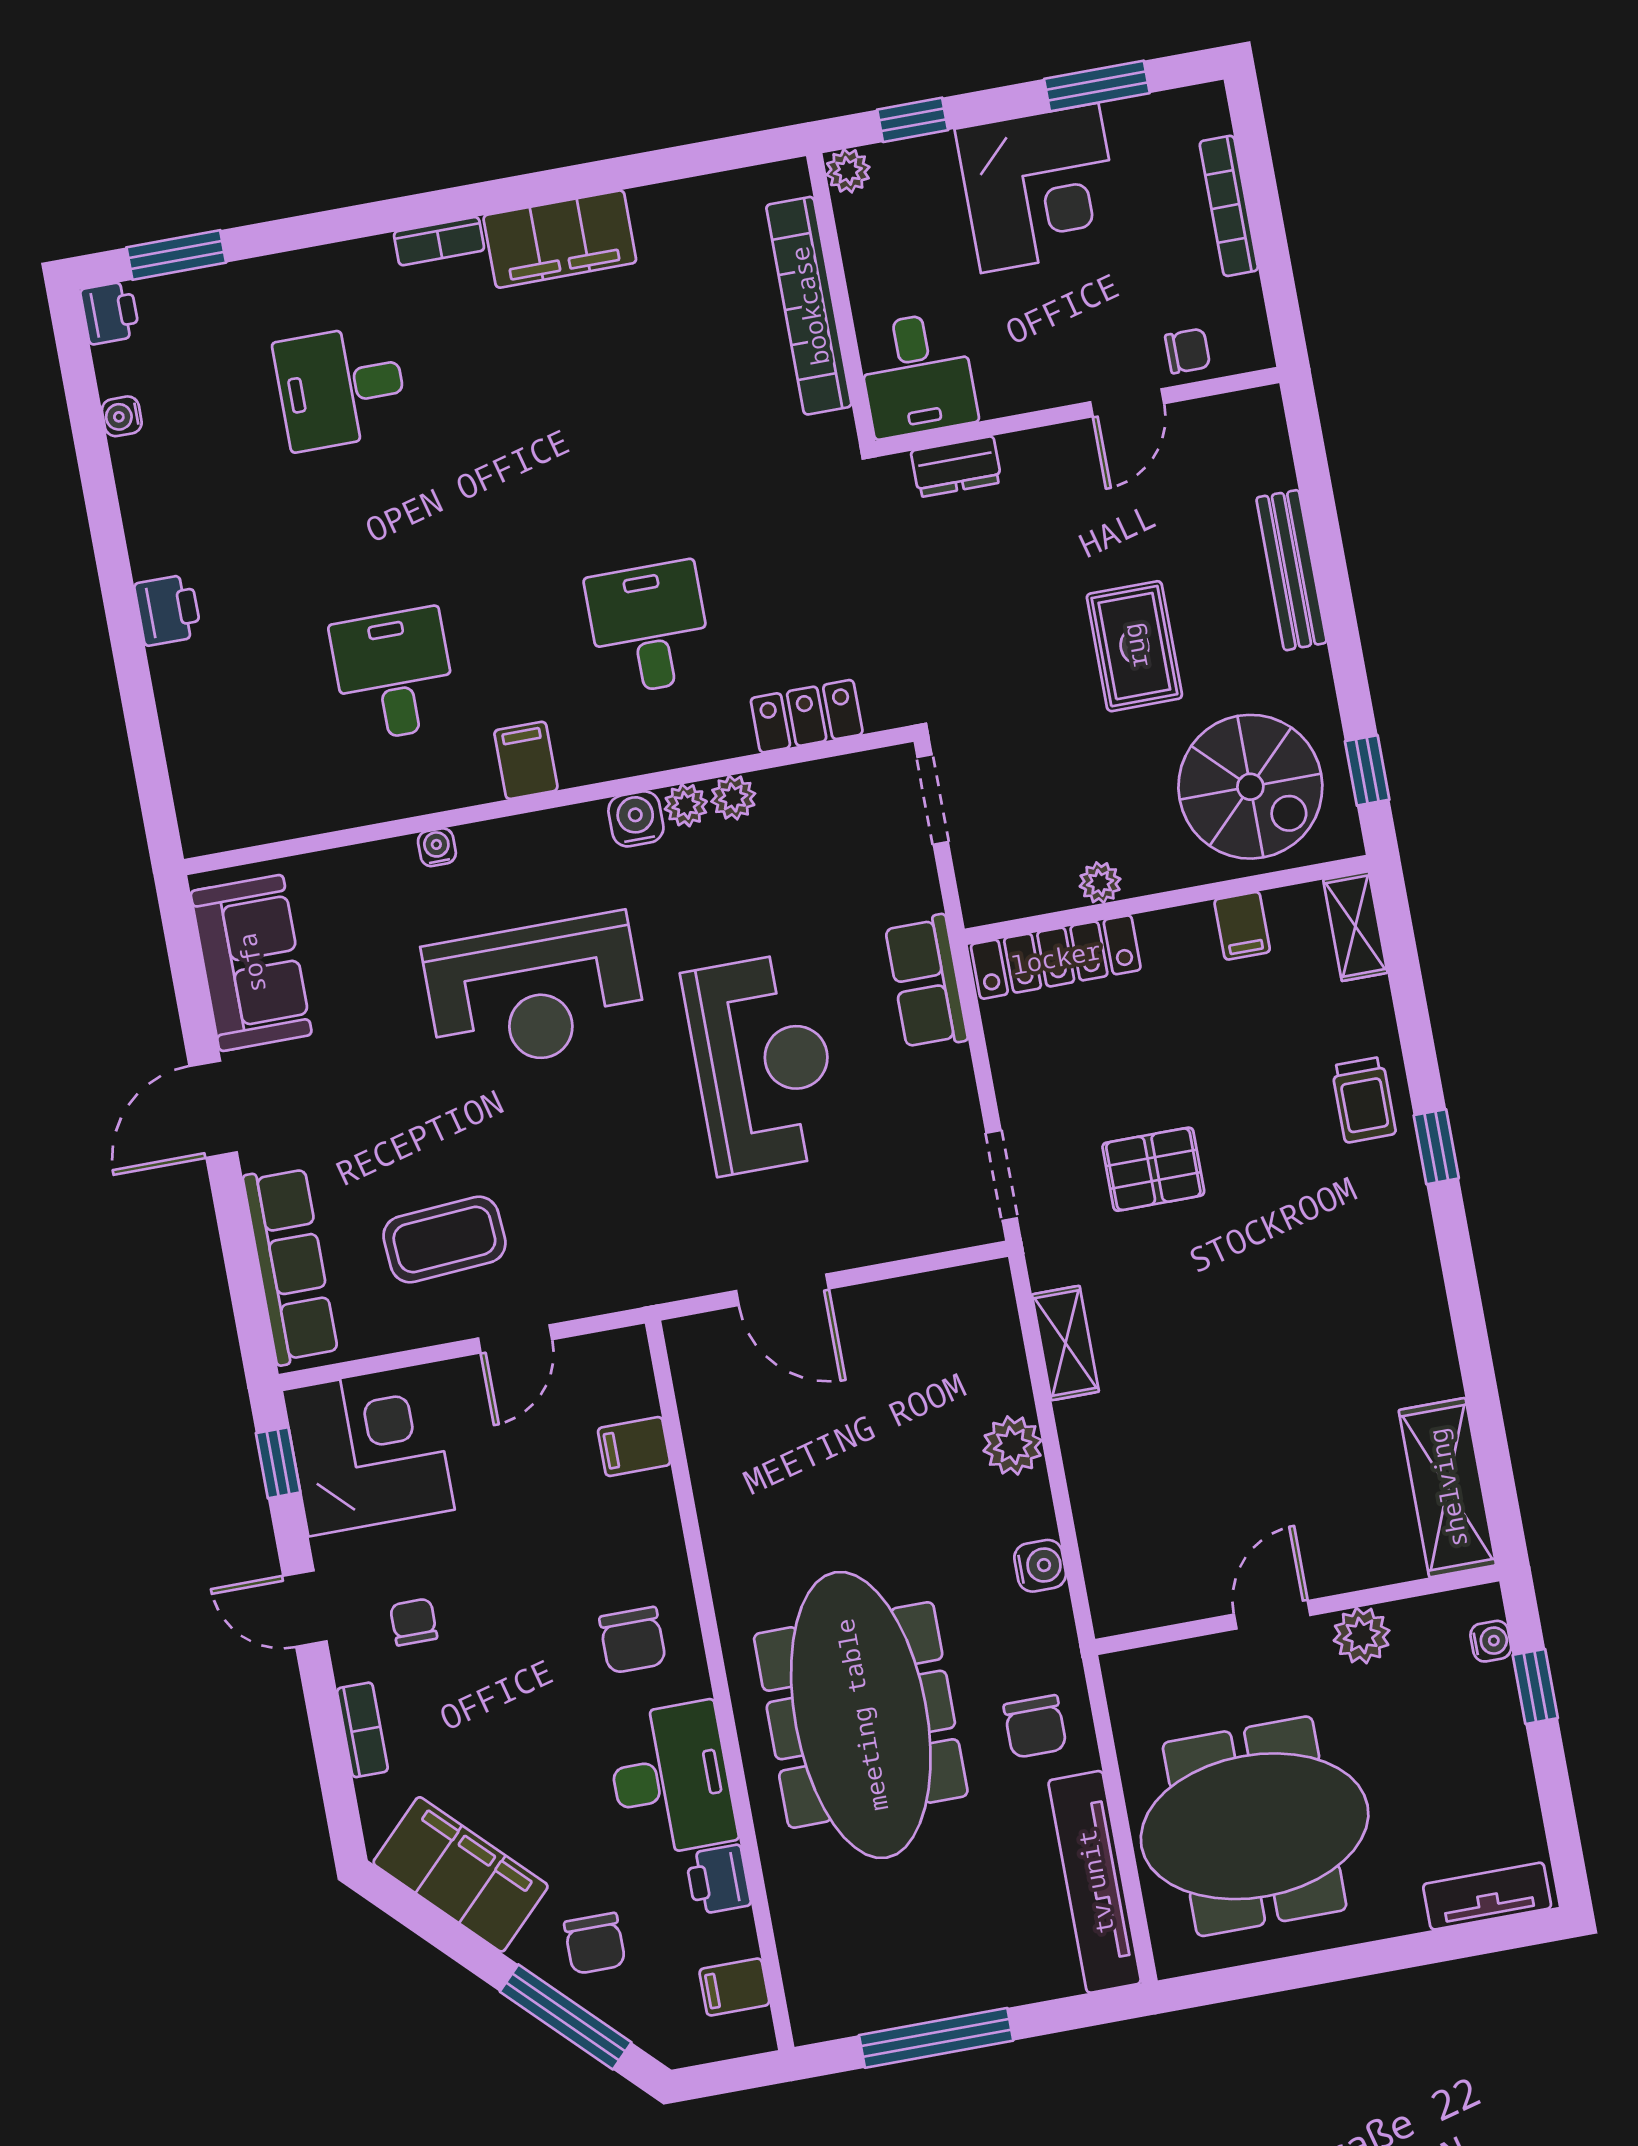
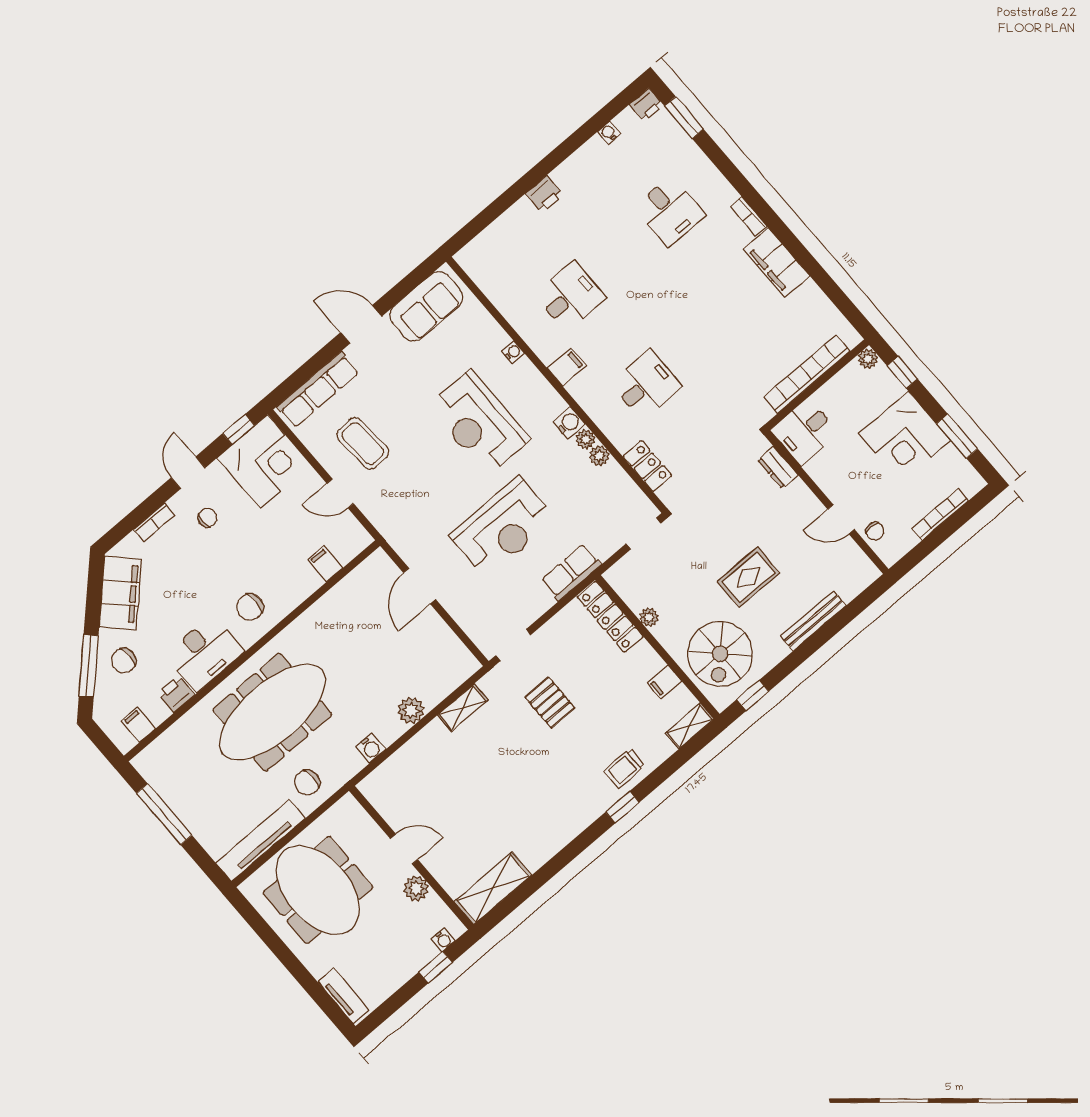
desk: (341, 387) -> (670, 211), turned 180

